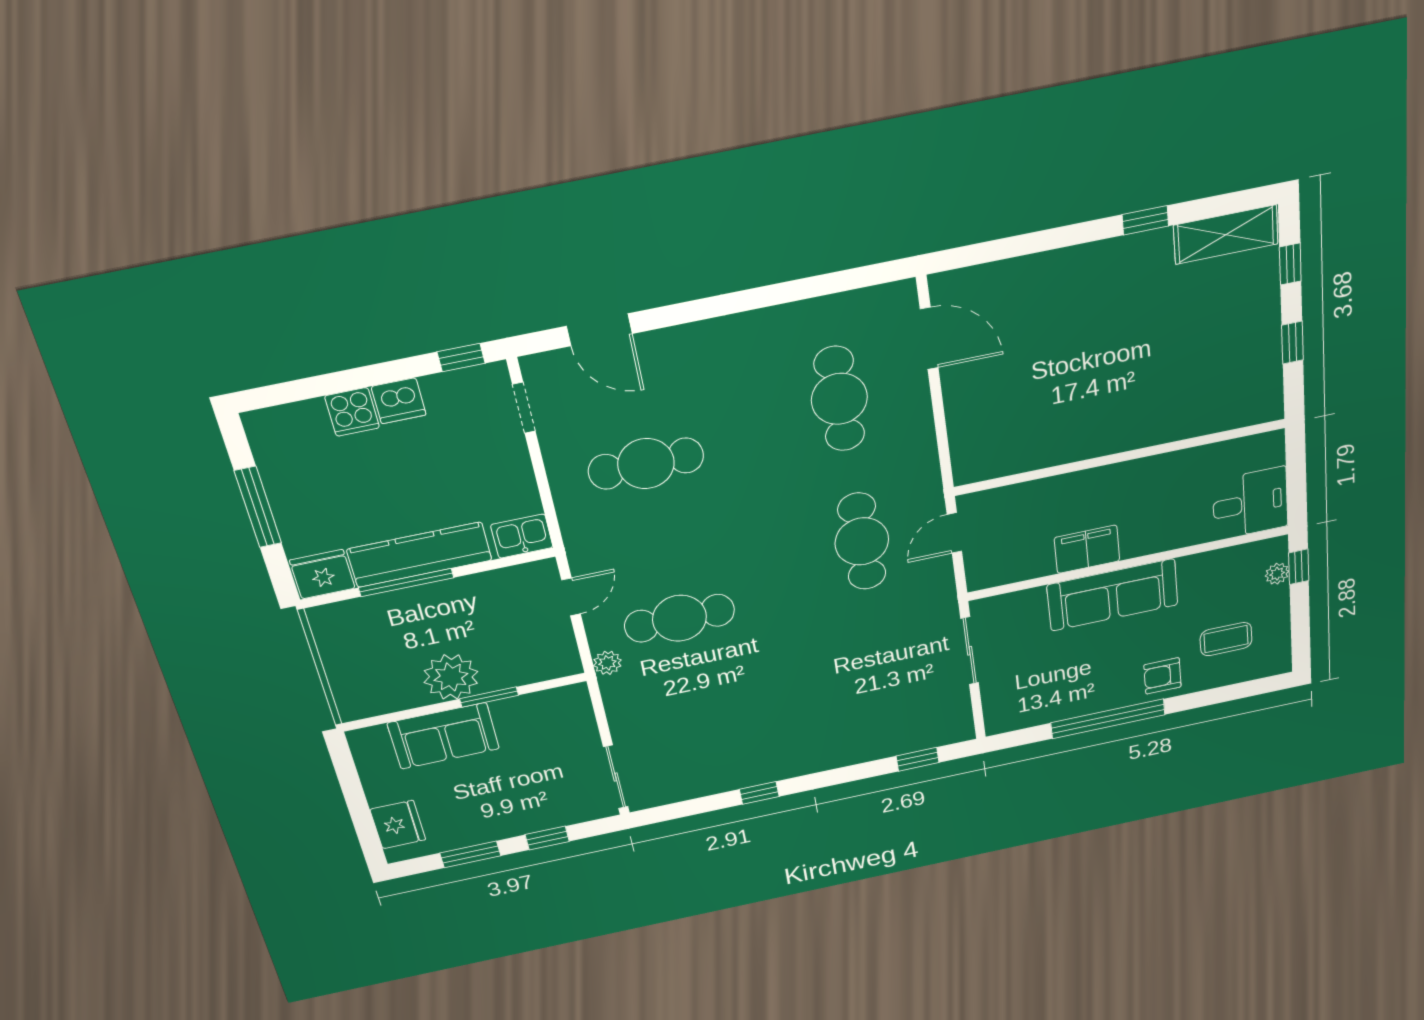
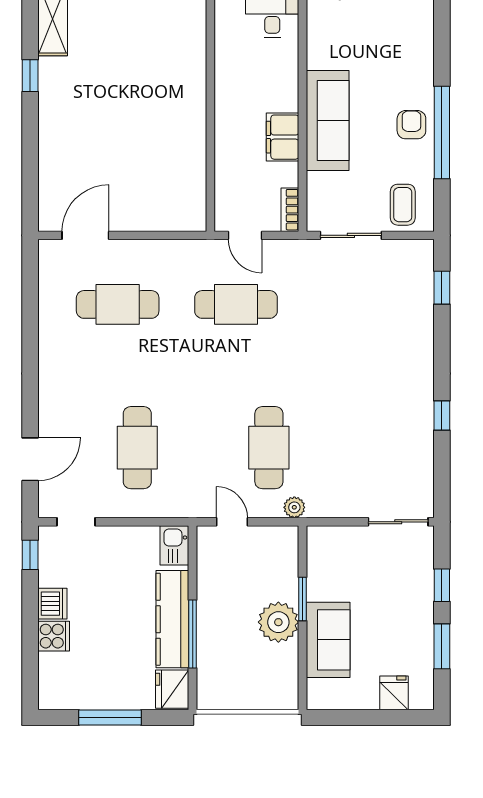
bookcase: (994, 577) -> (290, 210), added
coffee table: (1226, 639) -> (403, 205), moved
armchair: (1162, 676) -> (411, 125), moved, turned 180
fridge: (398, 825) -> (394, 693), width x0.72

